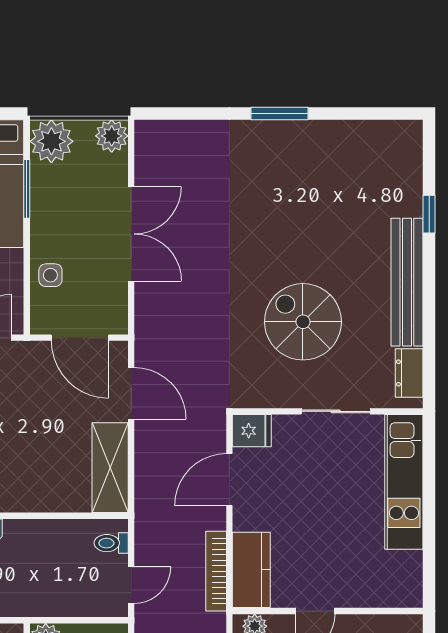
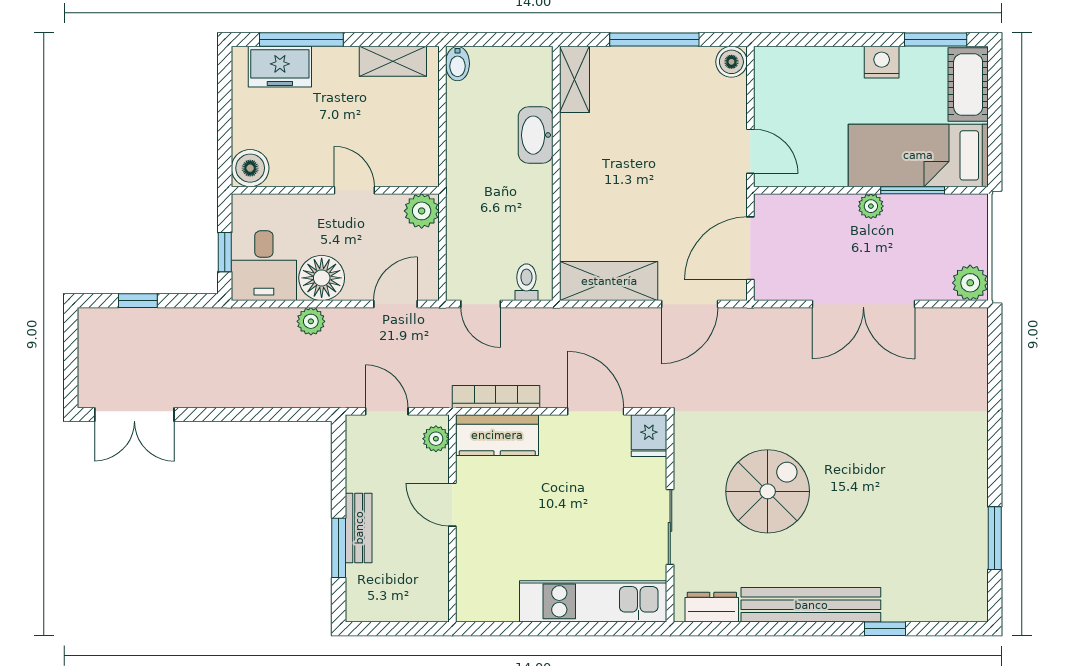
window: (280, 113) -> (995, 538), moved
plant: (51, 141) -> (871, 206), moved, width x0.53, depth x0.53
side table: (50, 275) -> (819, 216), removed

